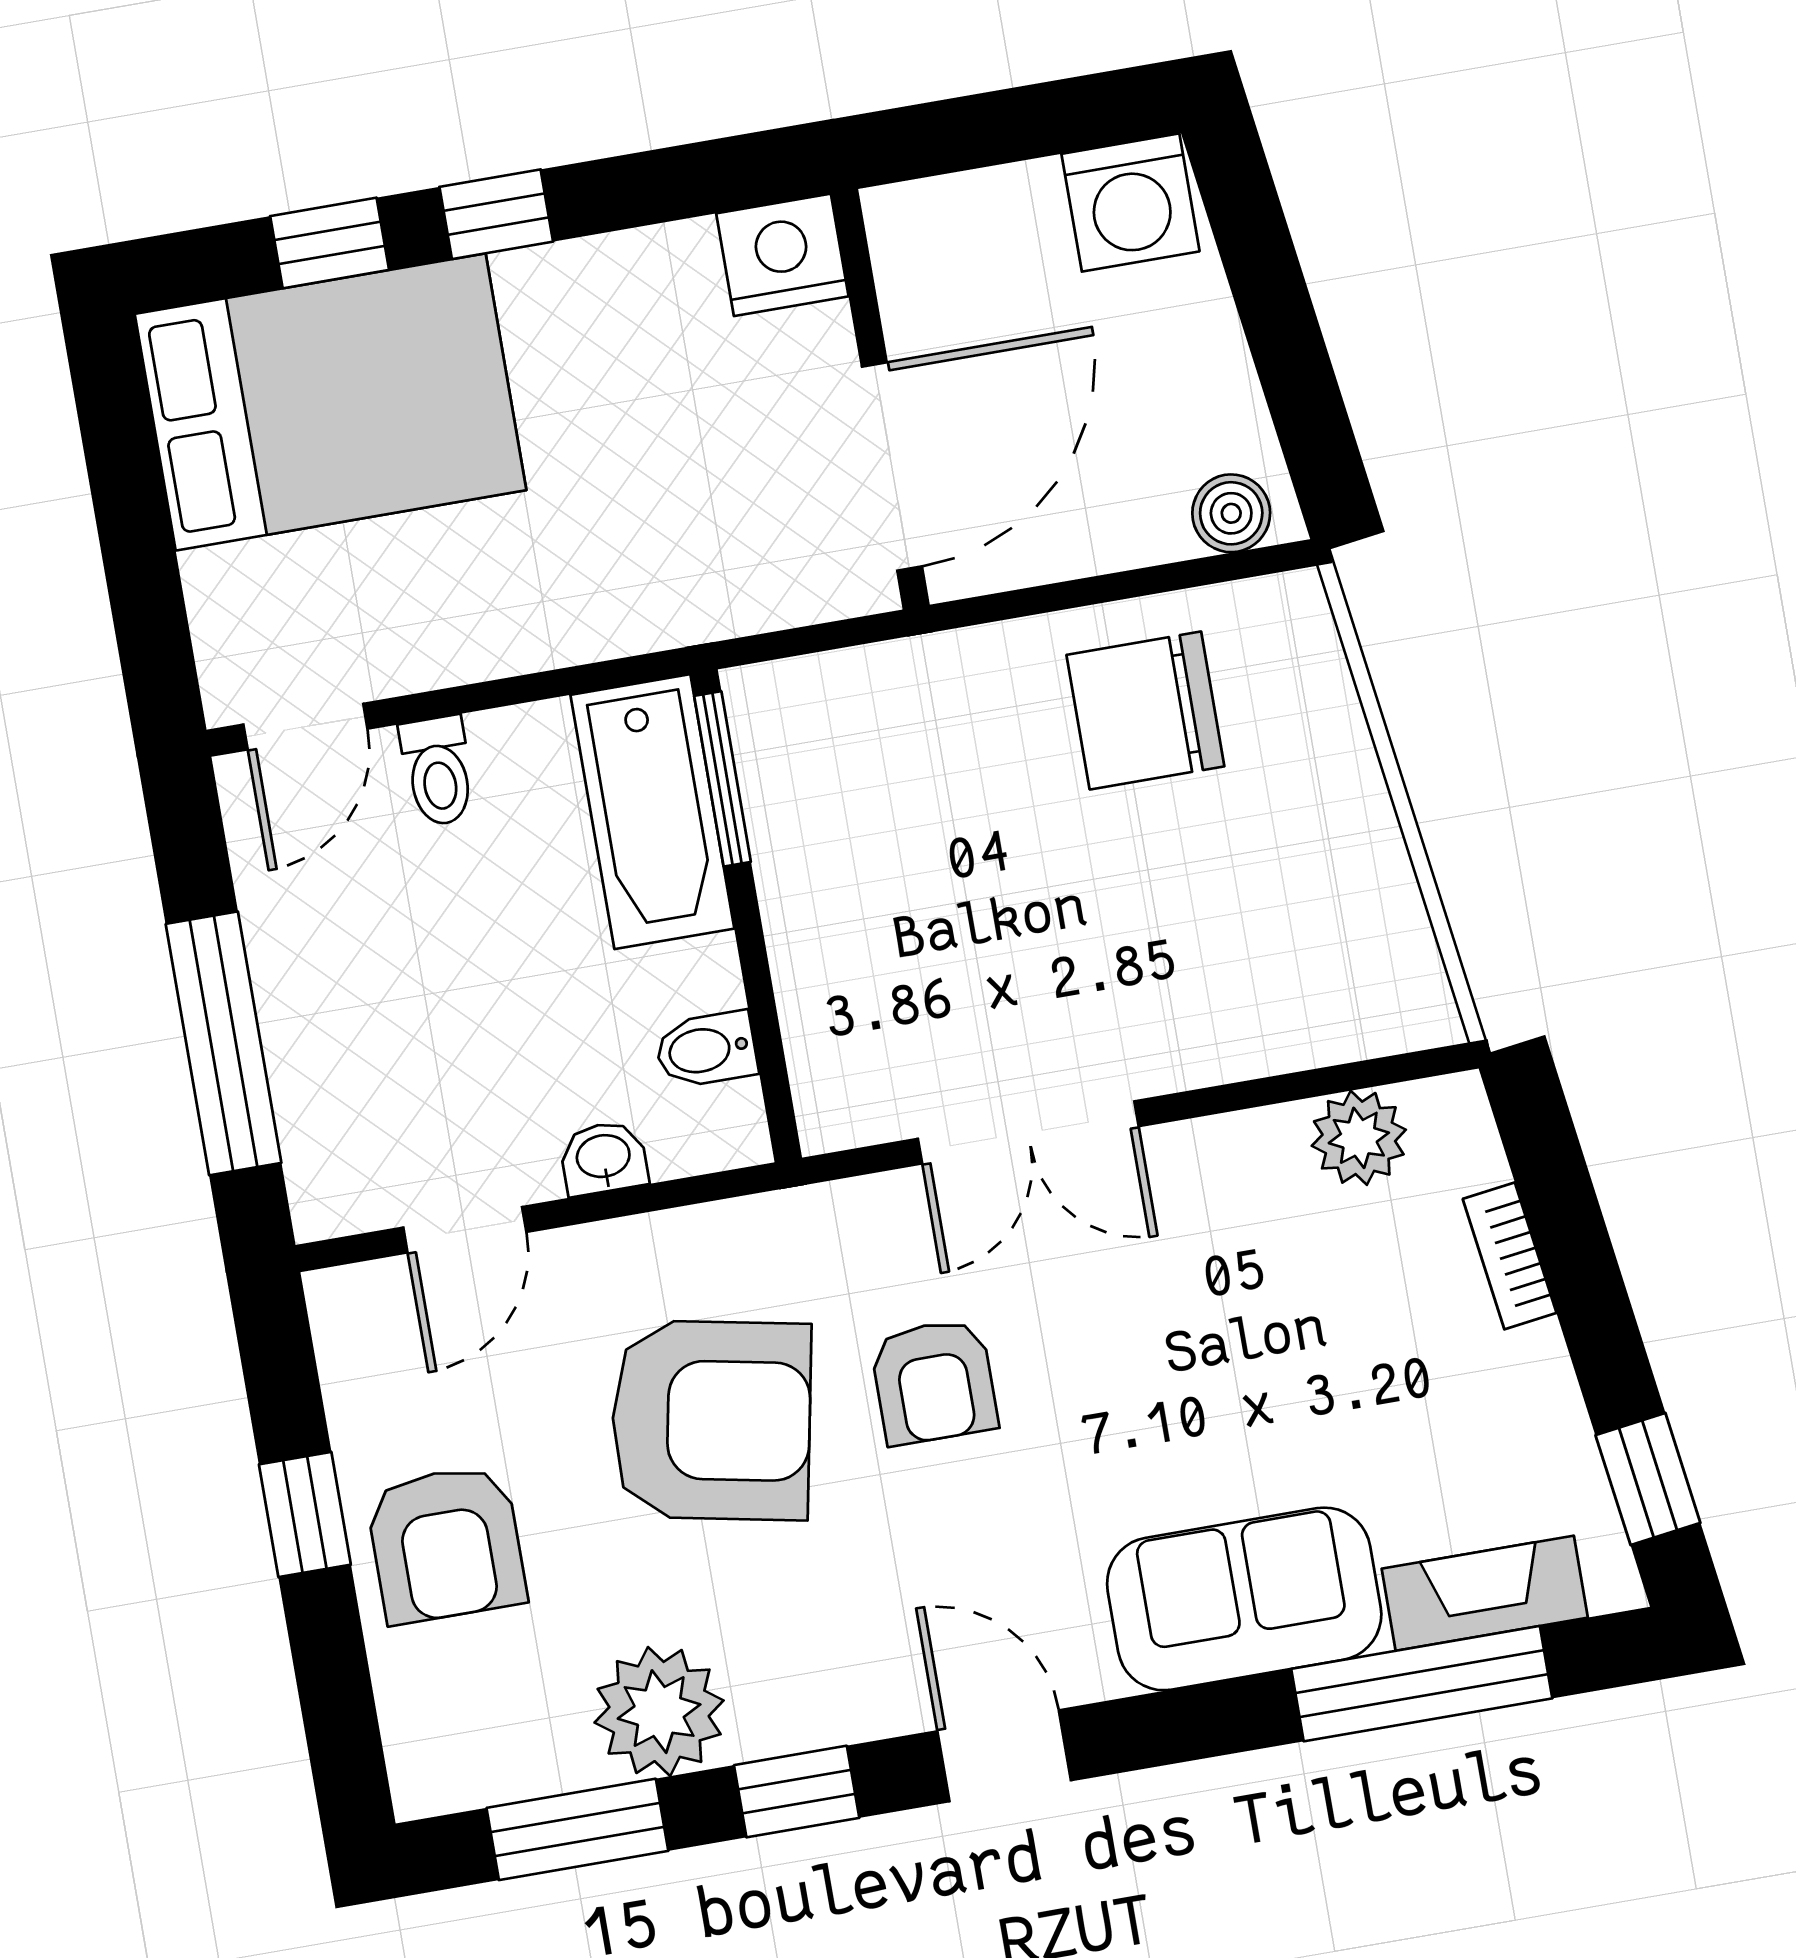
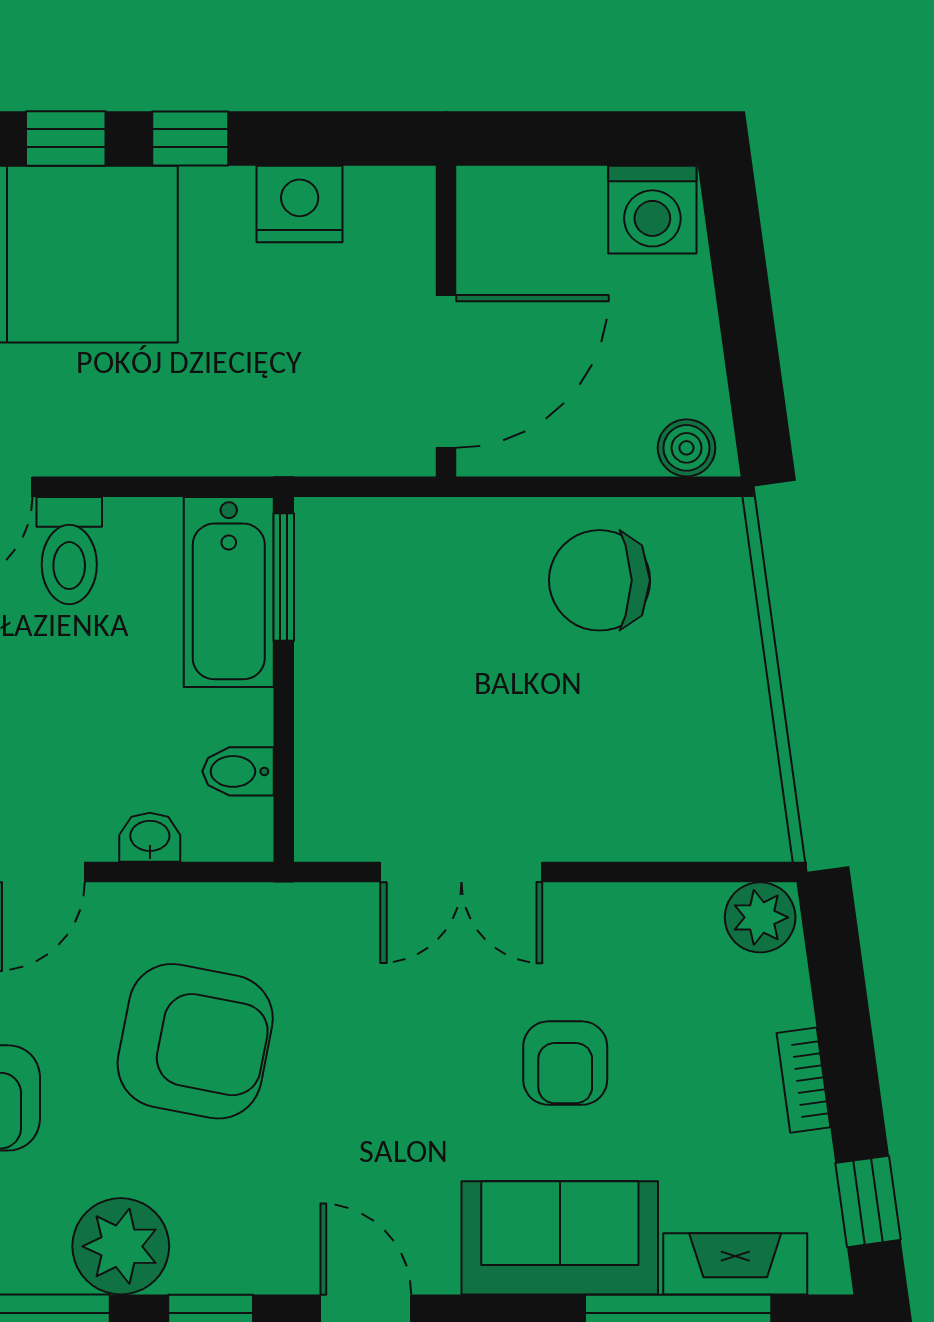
nightstand: (782, 255) -> (300, 204), moved
toilet: (438, 771) -> (69, 551), width x1.37, depth x1.39
plant: (1359, 1138) -> (760, 917), moved
bookcase: (1510, 1256) -> (804, 1080), moved
armchair: (934, 1382) -> (565, 1063), moved

